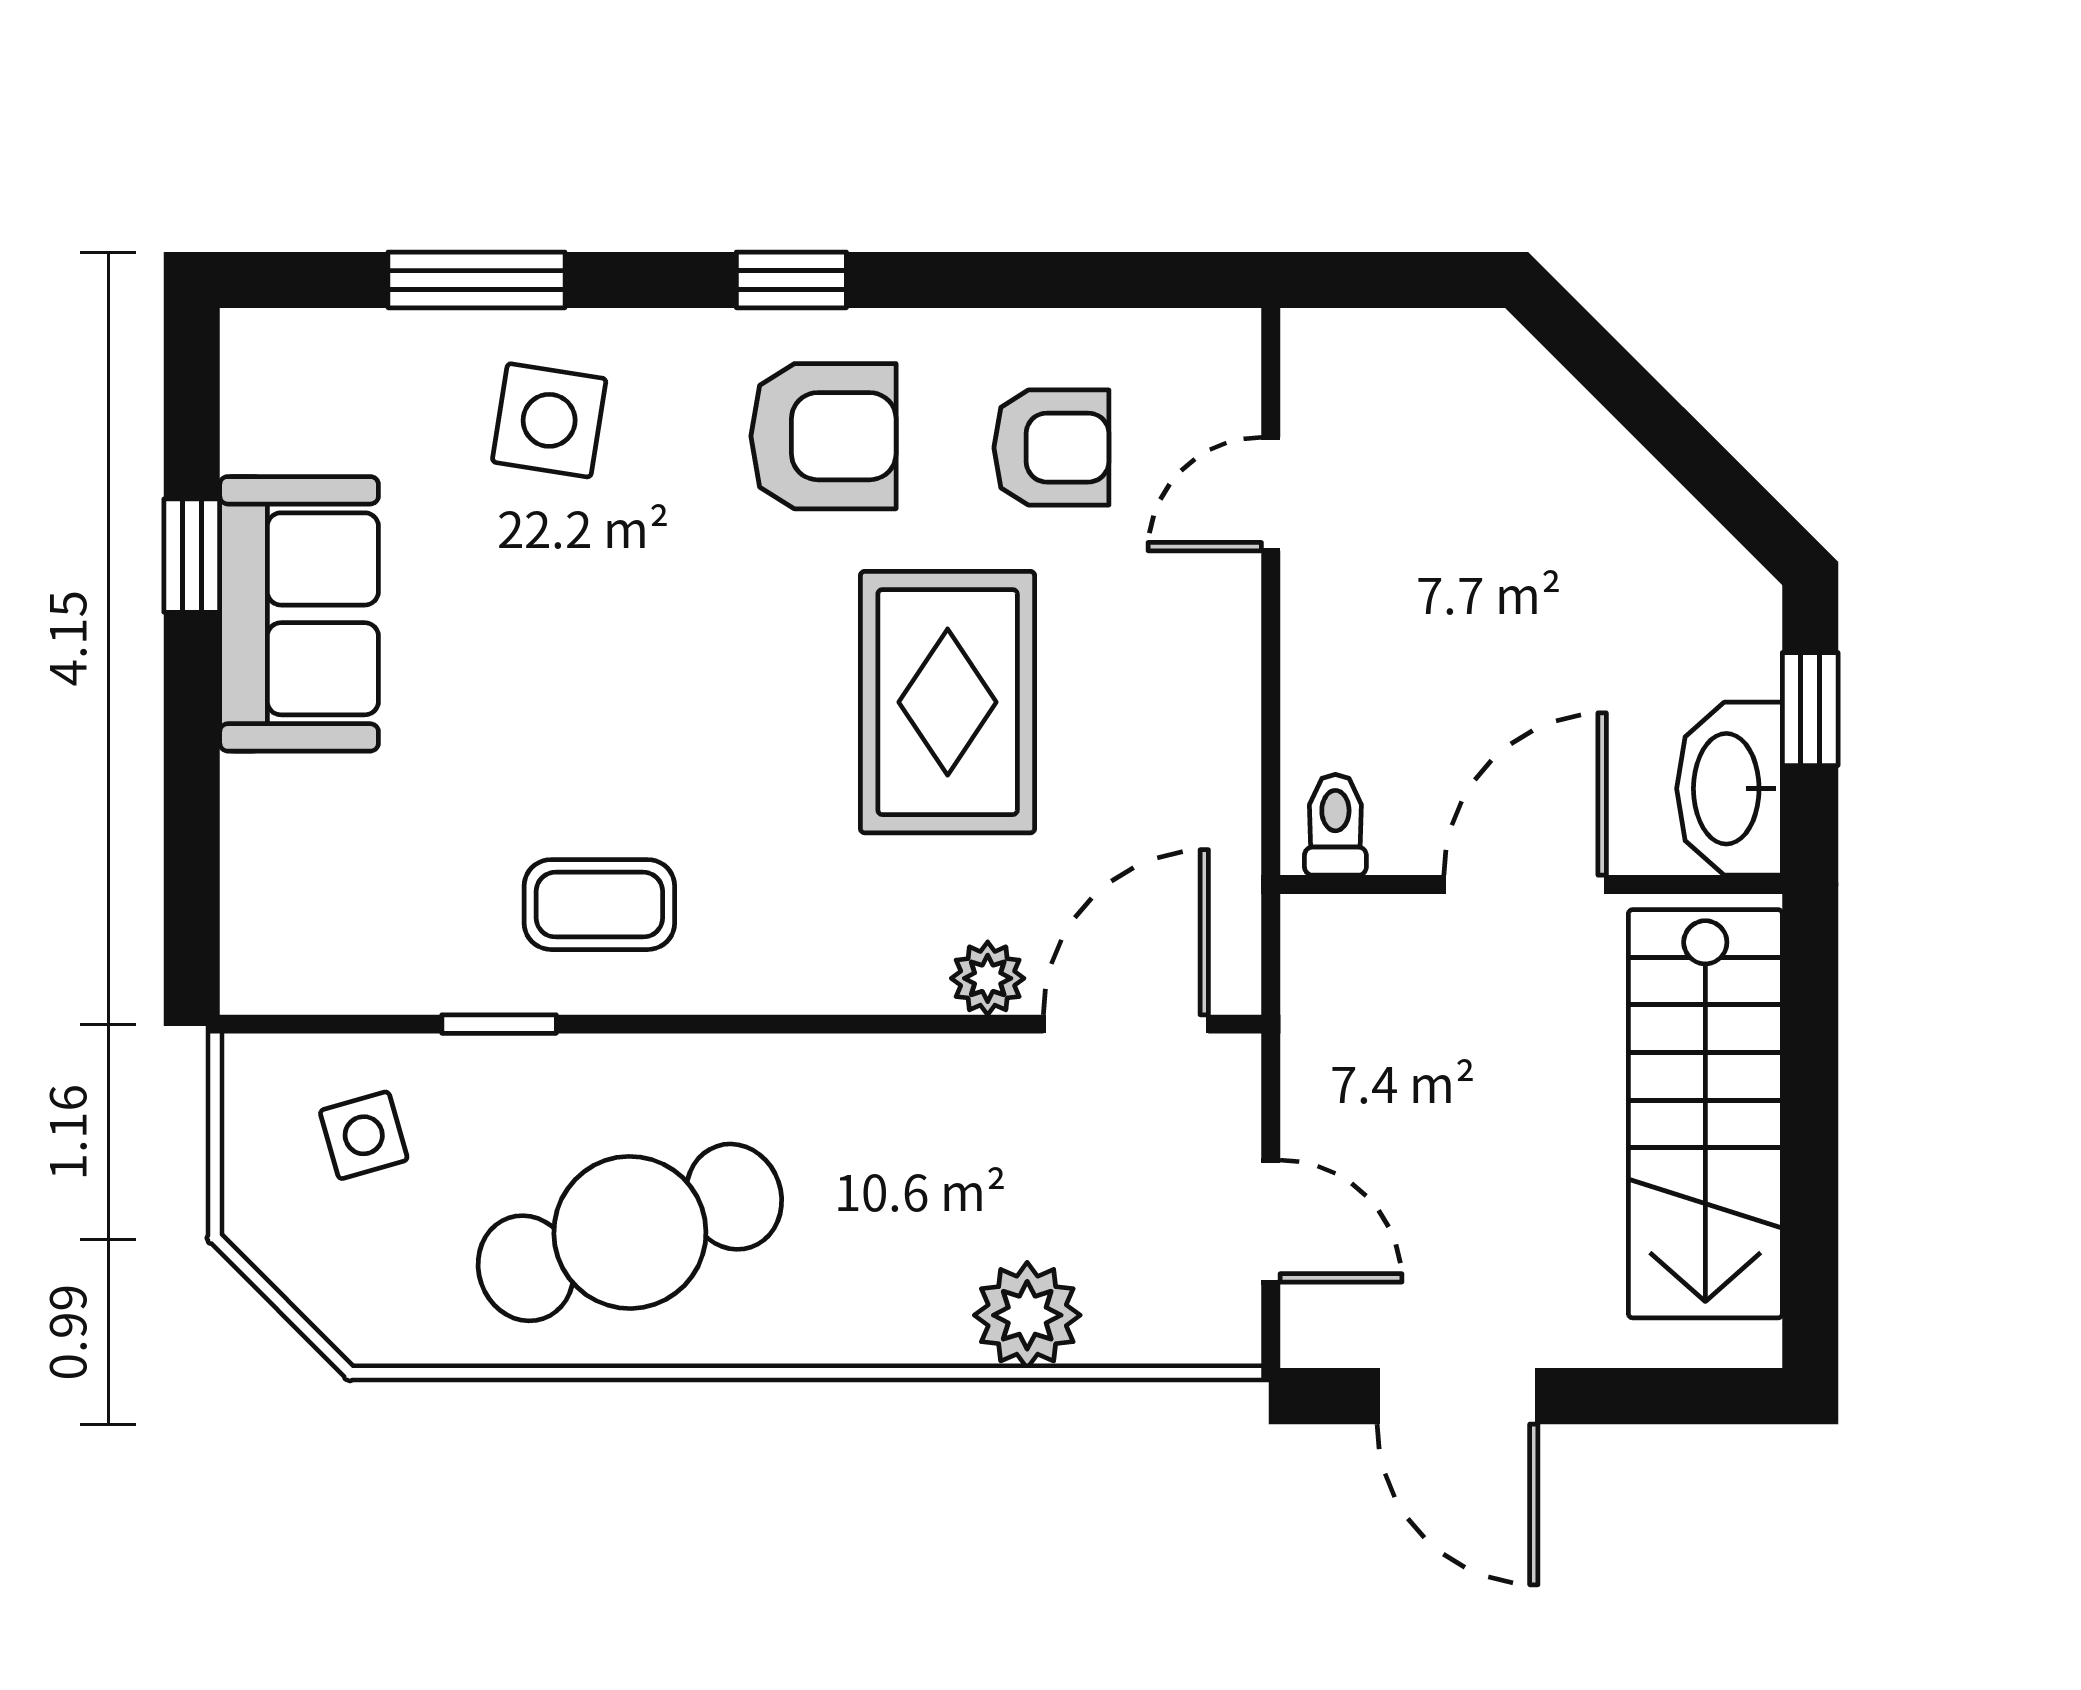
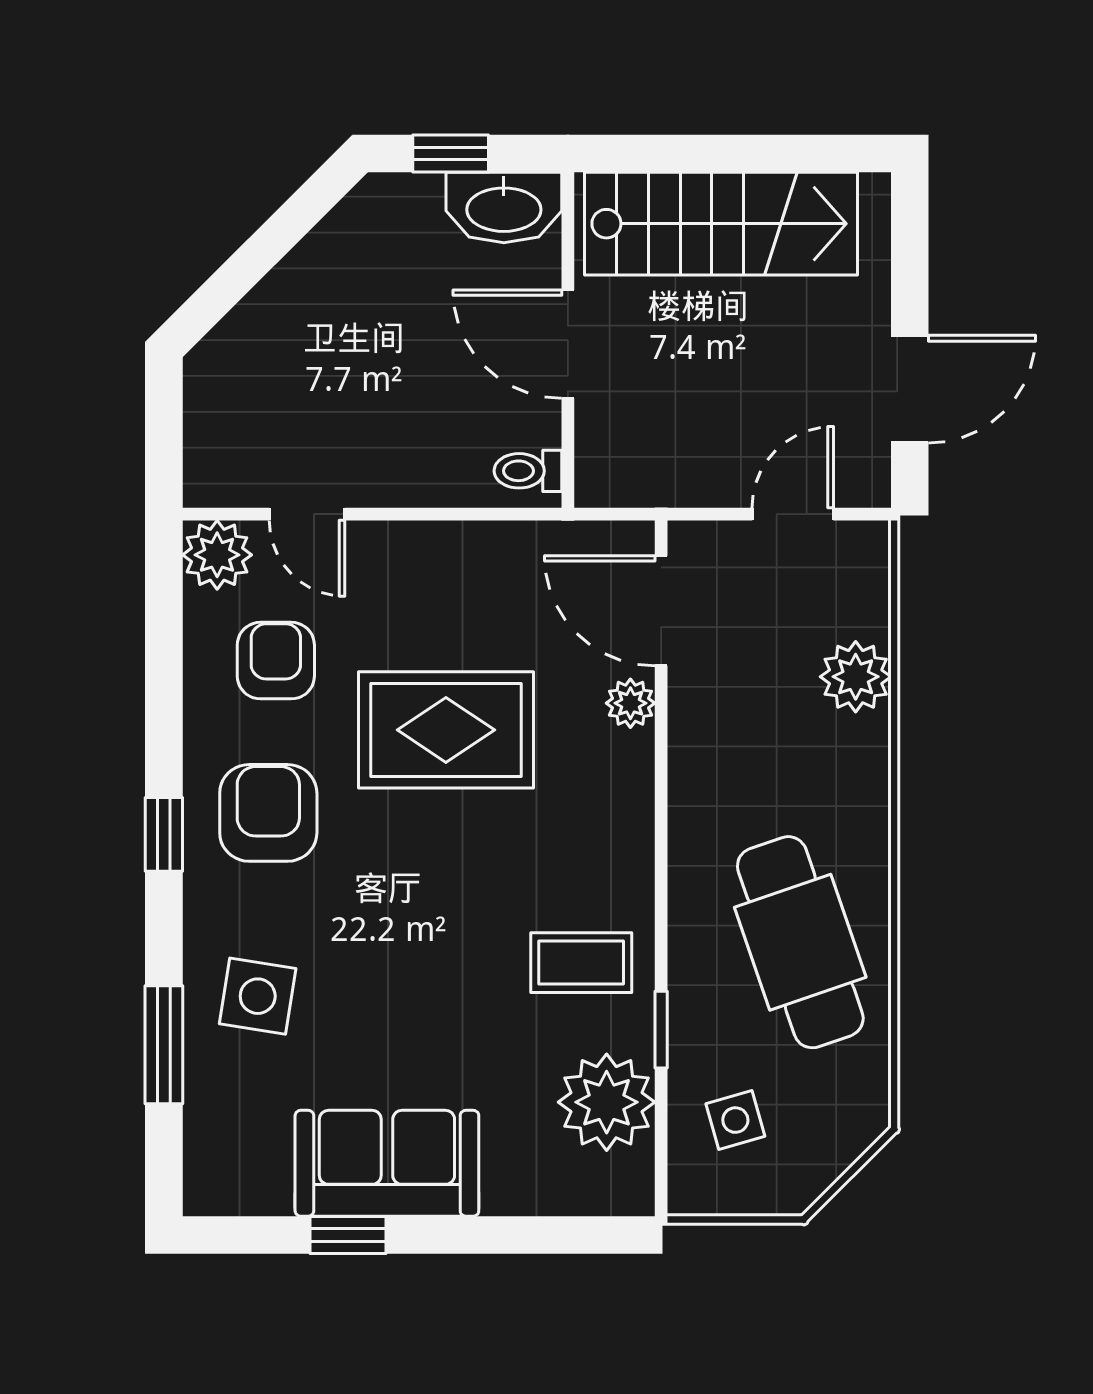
plant: (1210, 360) -> (217, 555), added
coffee table: (599, 905) -> (581, 963), turned 90
plant: (390, 942) -> (607, 1102), added

